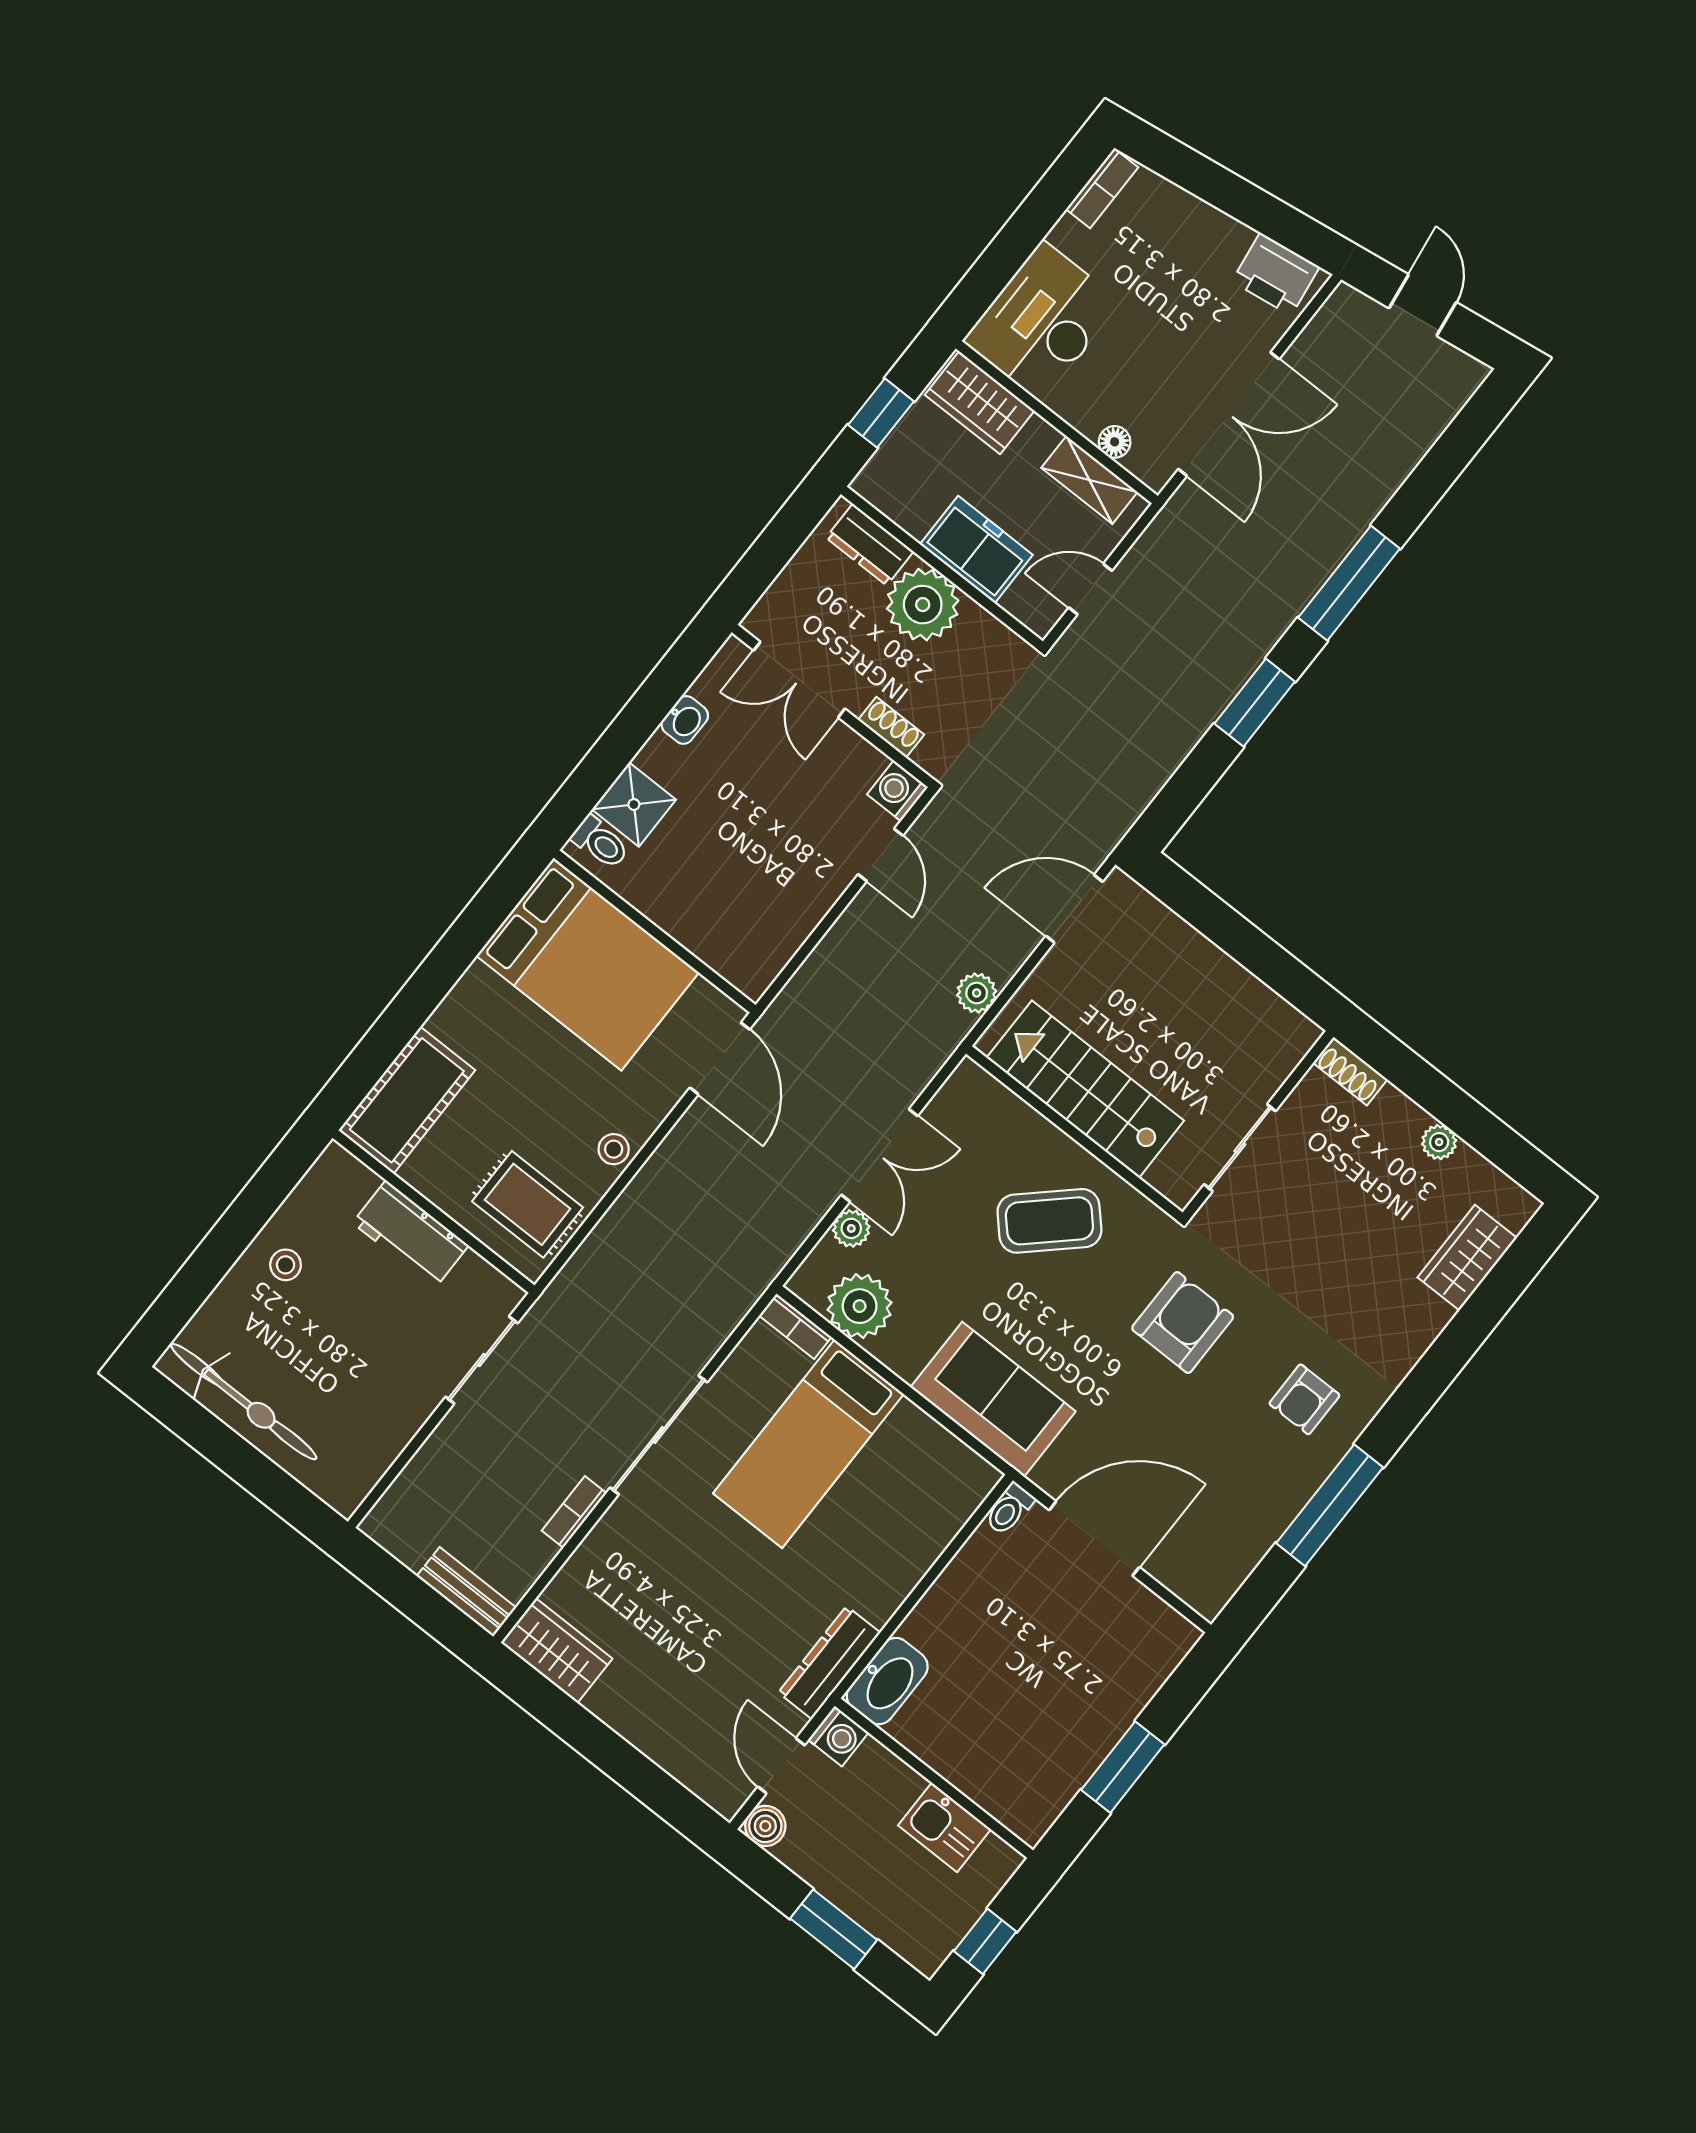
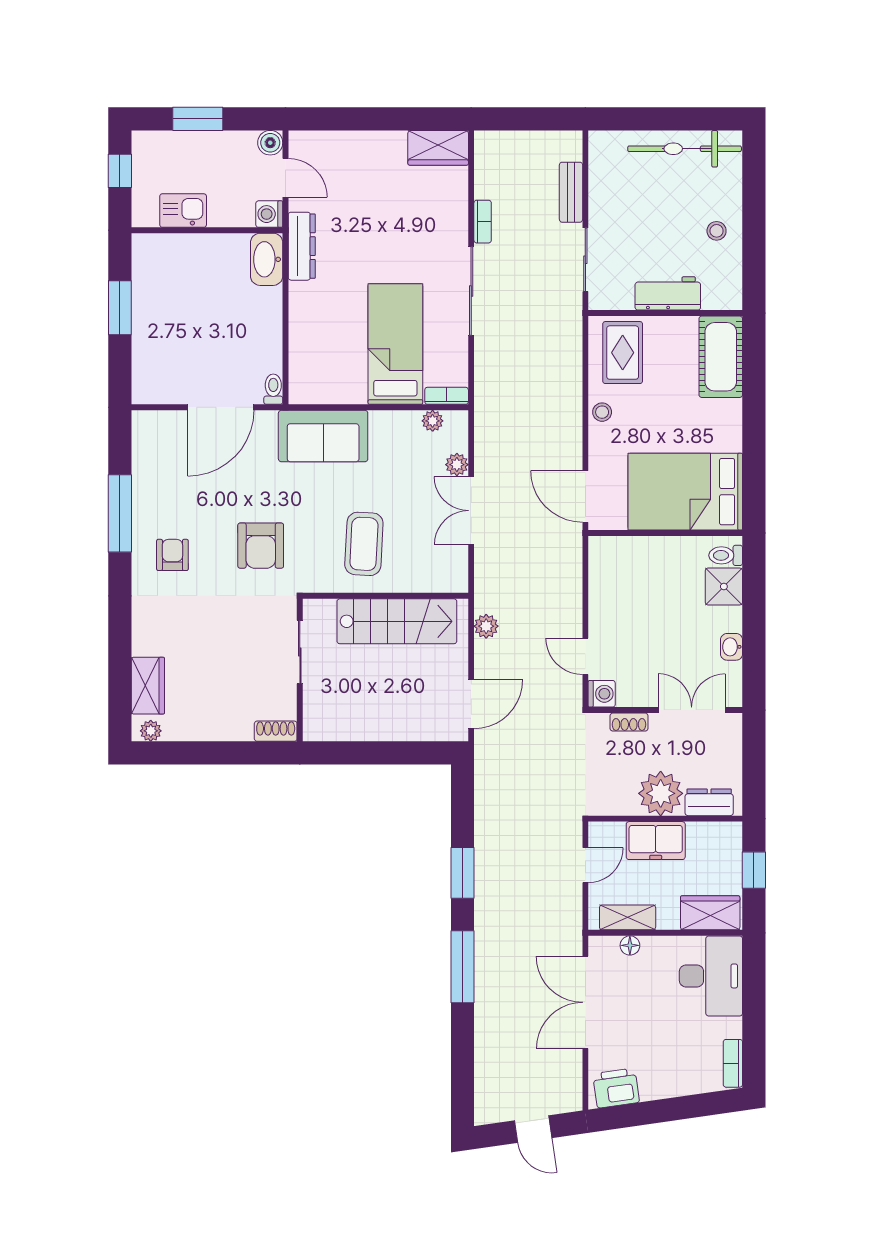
plant: (1439, 1142) -> (151, 731), moved
rug: (528, 1204) -> (623, 353), turned 90
coffee table: (1049, 1221) -> (364, 544), turned -44
plant: (860, 1306) -> (433, 421), width x0.53, depth x0.53
bench: (466, 1592) -> (571, 192), moved, turned 90

